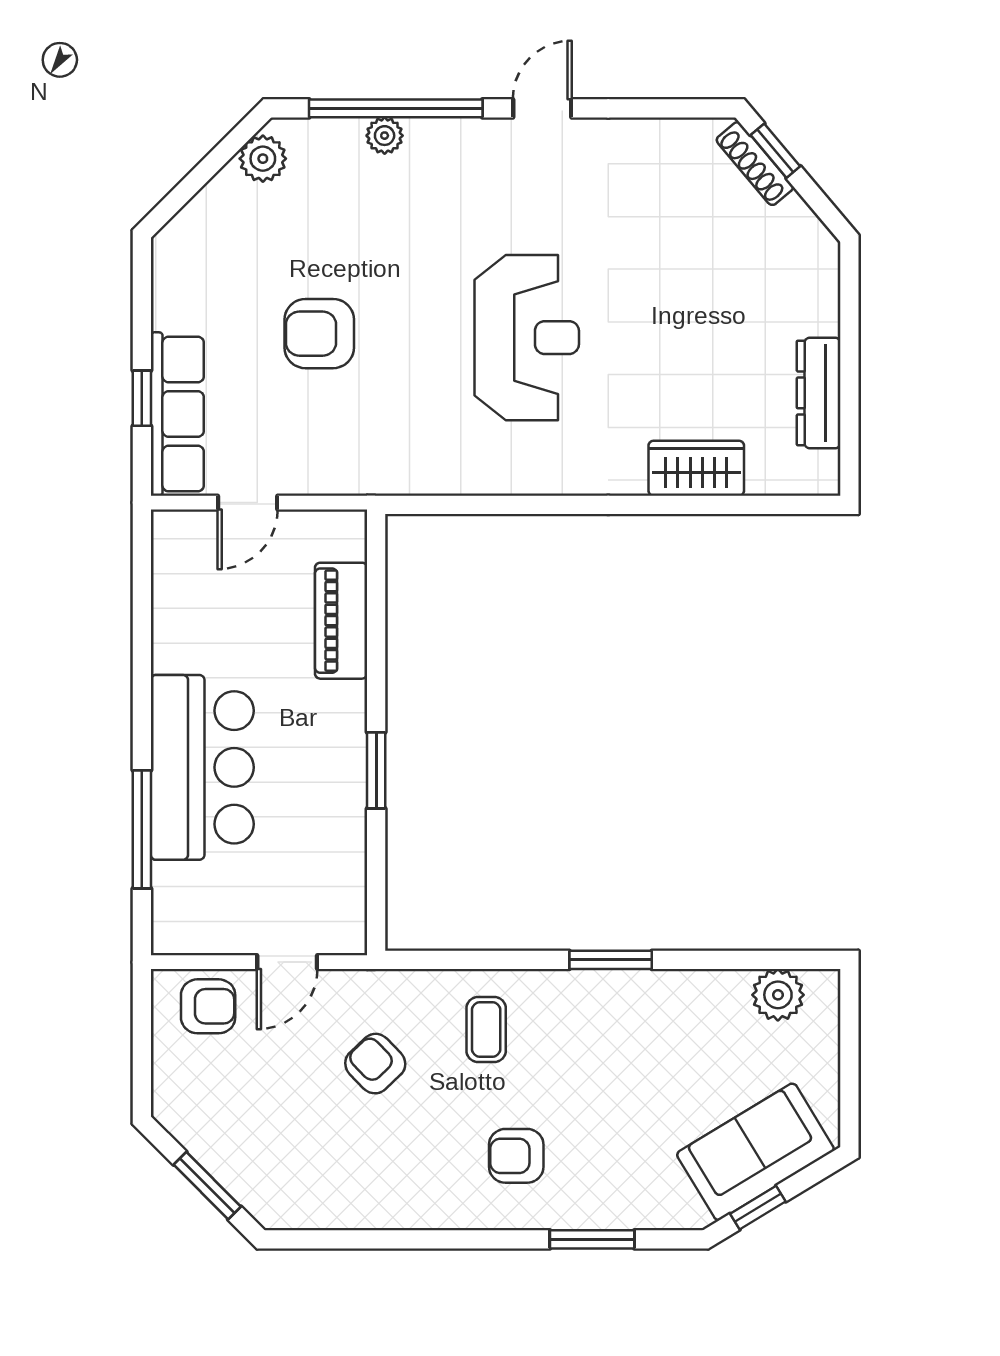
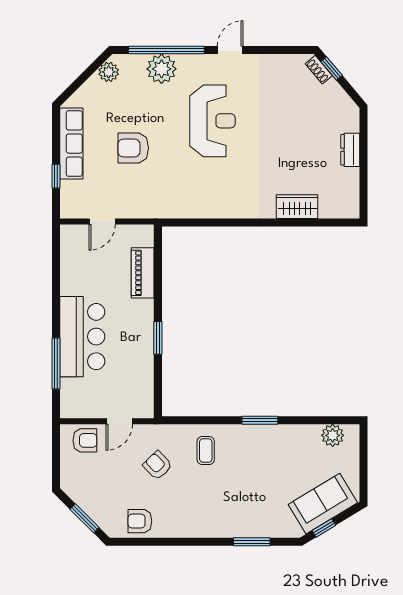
plant: (385, 136) -> (162, 69), width x1.88, depth x1.88
shoe rack: (755, 164) -> (319, 70), width x0.70
reception desk: (527, 338) -> (212, 121), moved
dresser: (819, 393) -> (350, 150), moved, width x0.70
row of seats: (177, 414) -> (71, 144), moved
armchair: (516, 1156) -> (140, 521), moved

